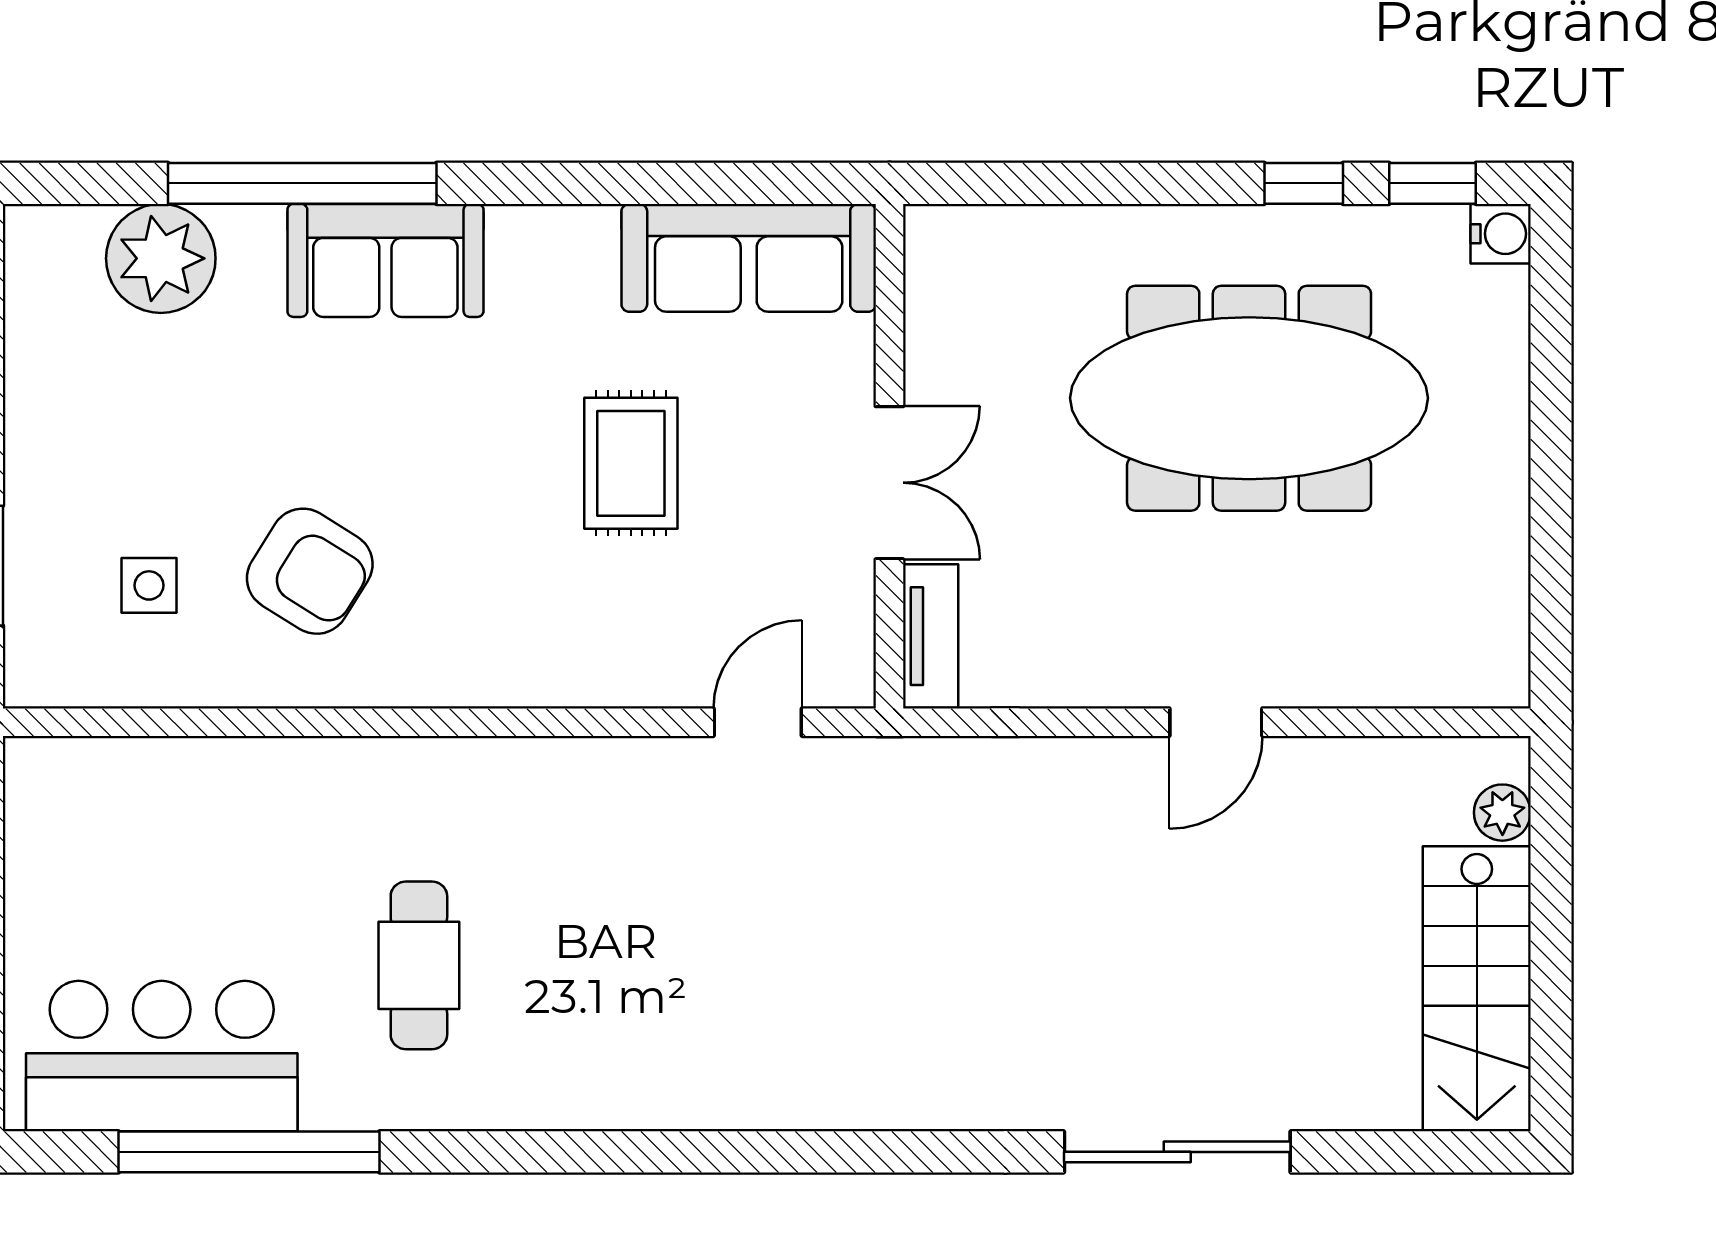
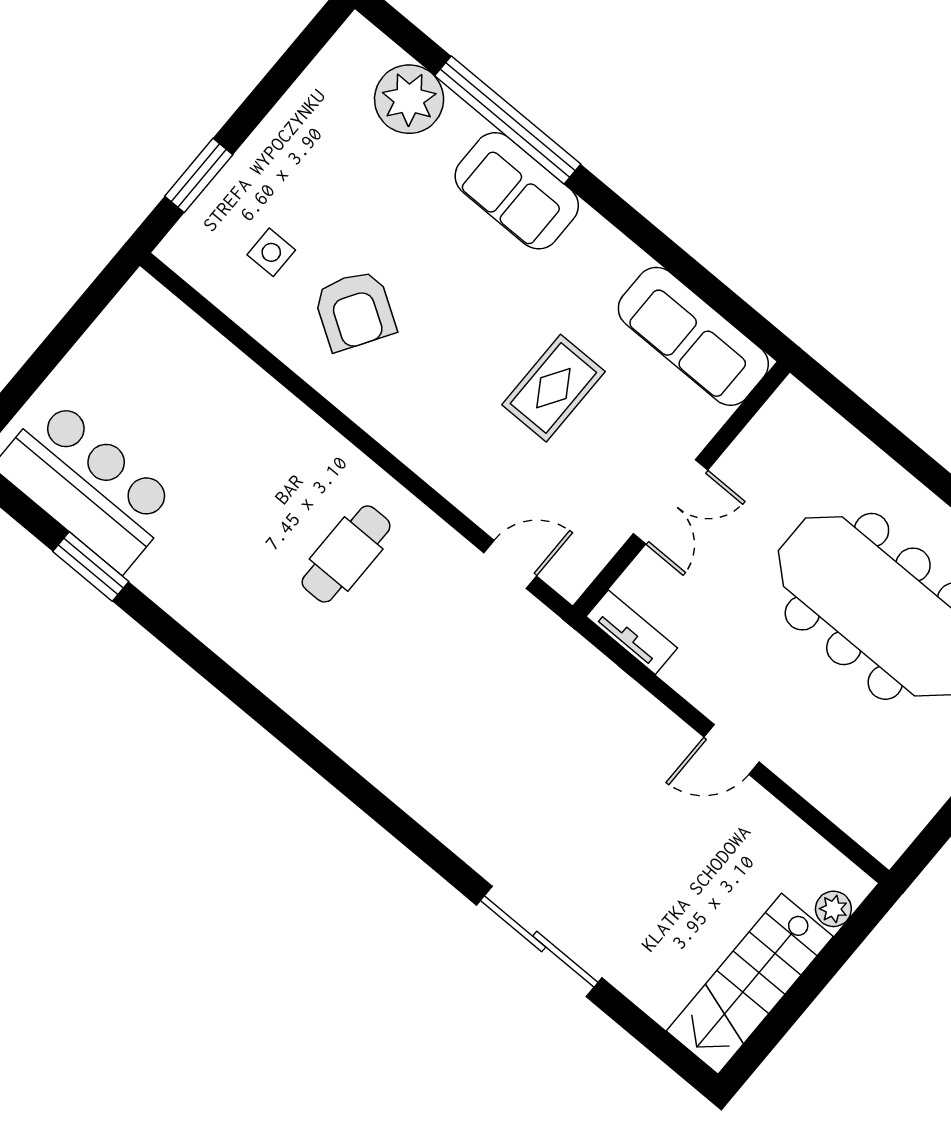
tv unit: (931, 636) -> (632, 632), moved, turned -90
cafe table: (419, 965) -> (346, 554), moved
window: (249, 1152) -> (91, 566), width x0.47

